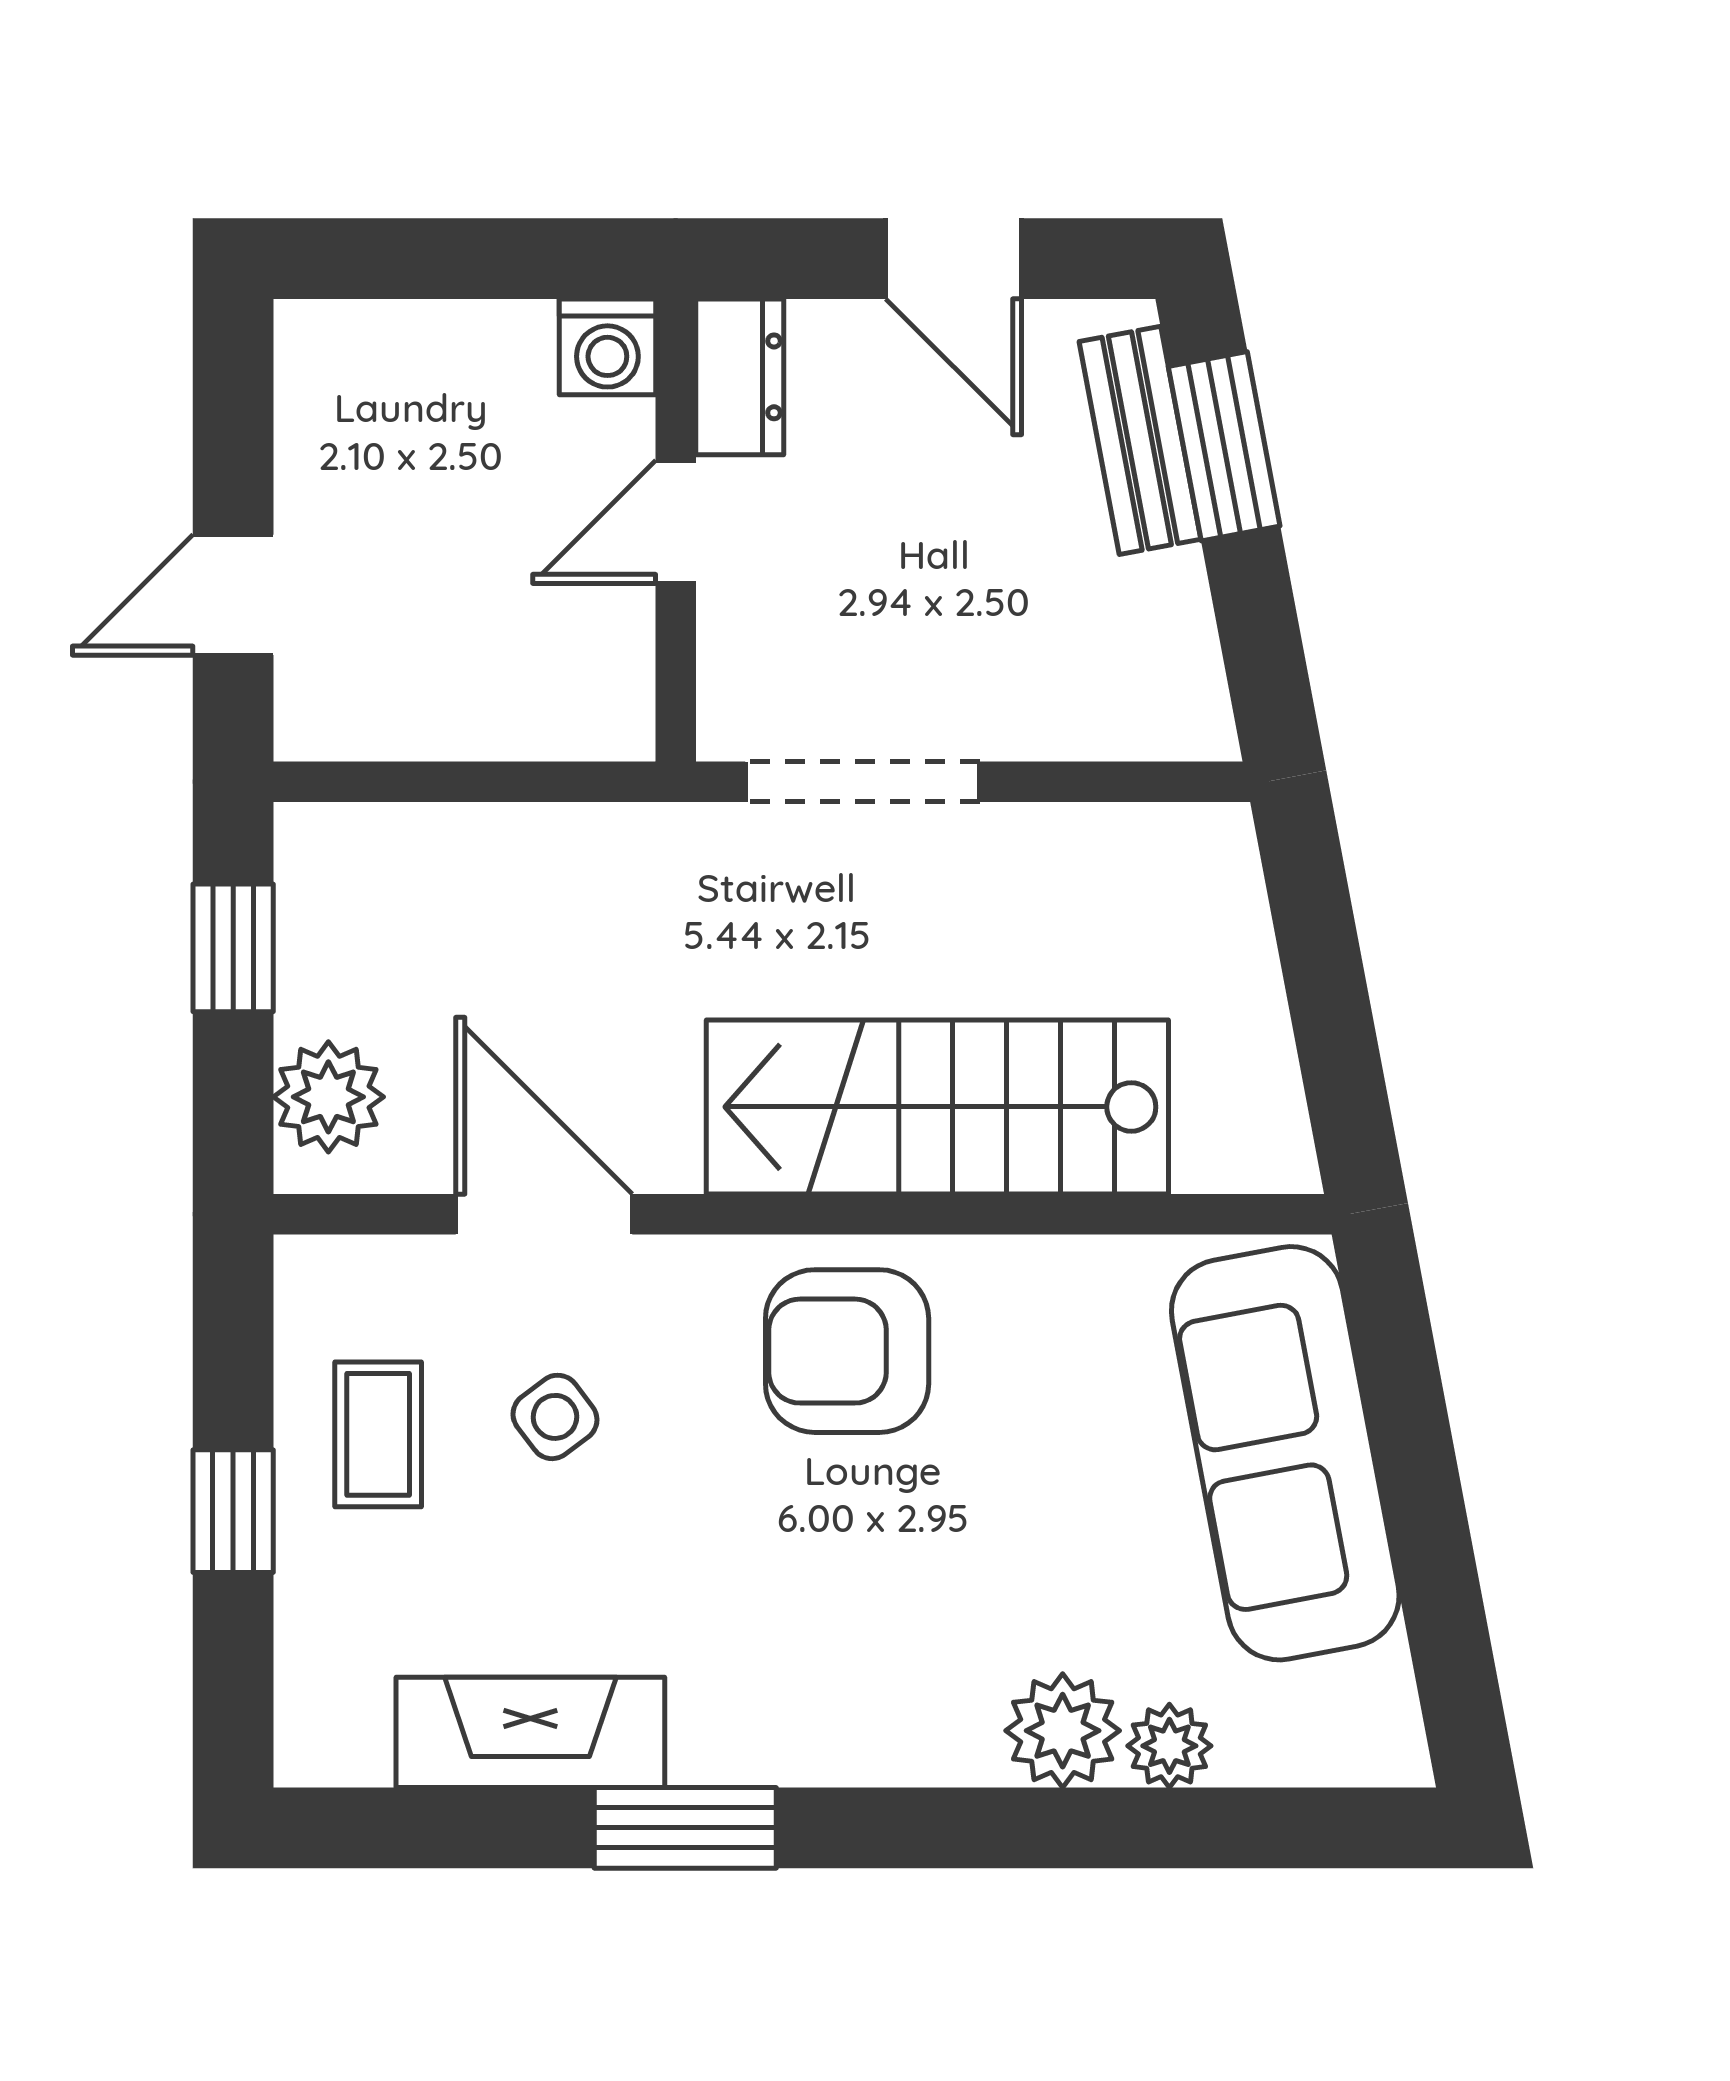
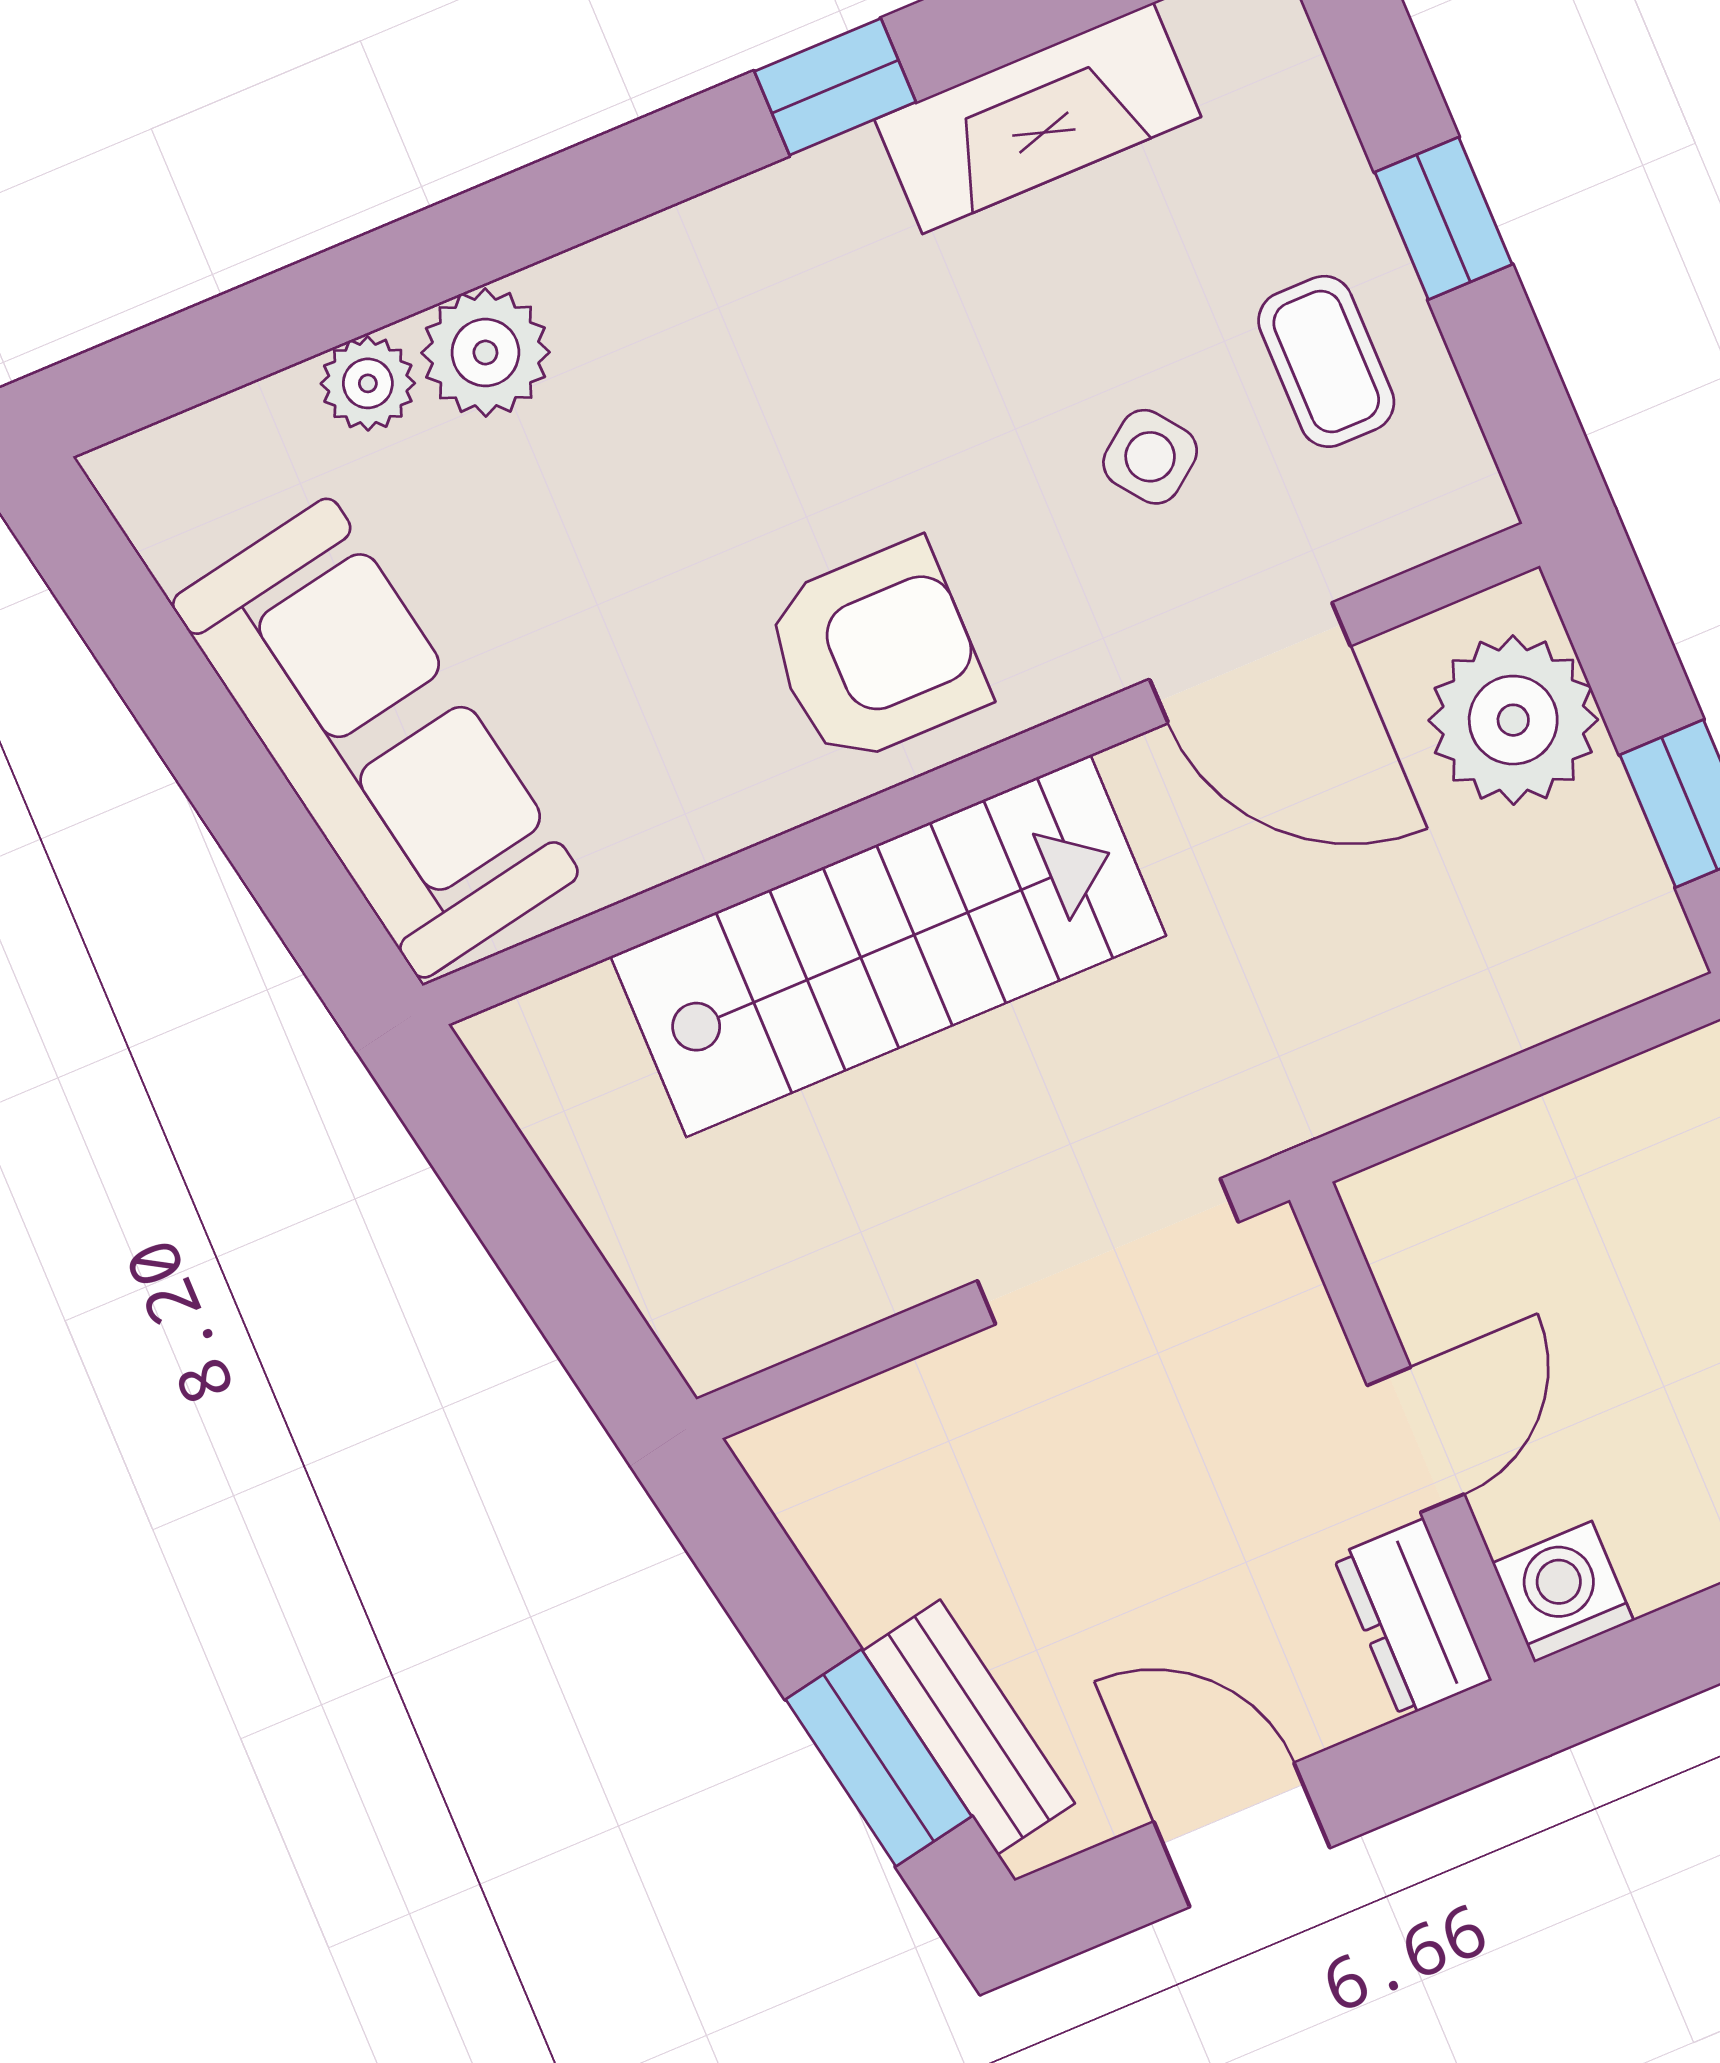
plant: (328, 1097) -> (1513, 720), width x1.36, depth x1.36
window: (685, 1828) -> (835, 87), width x0.67

